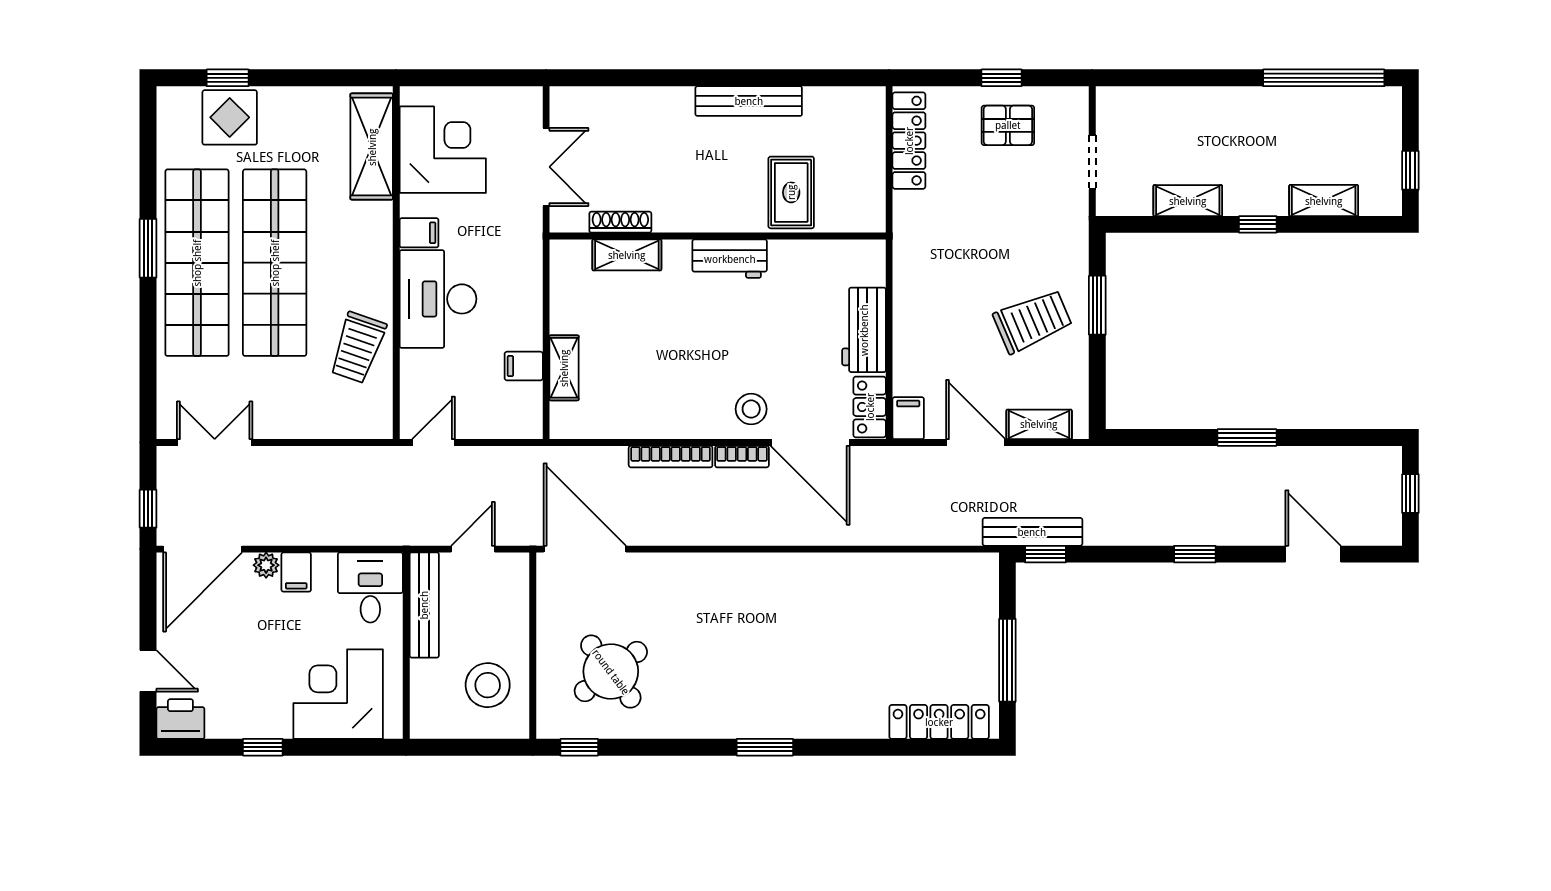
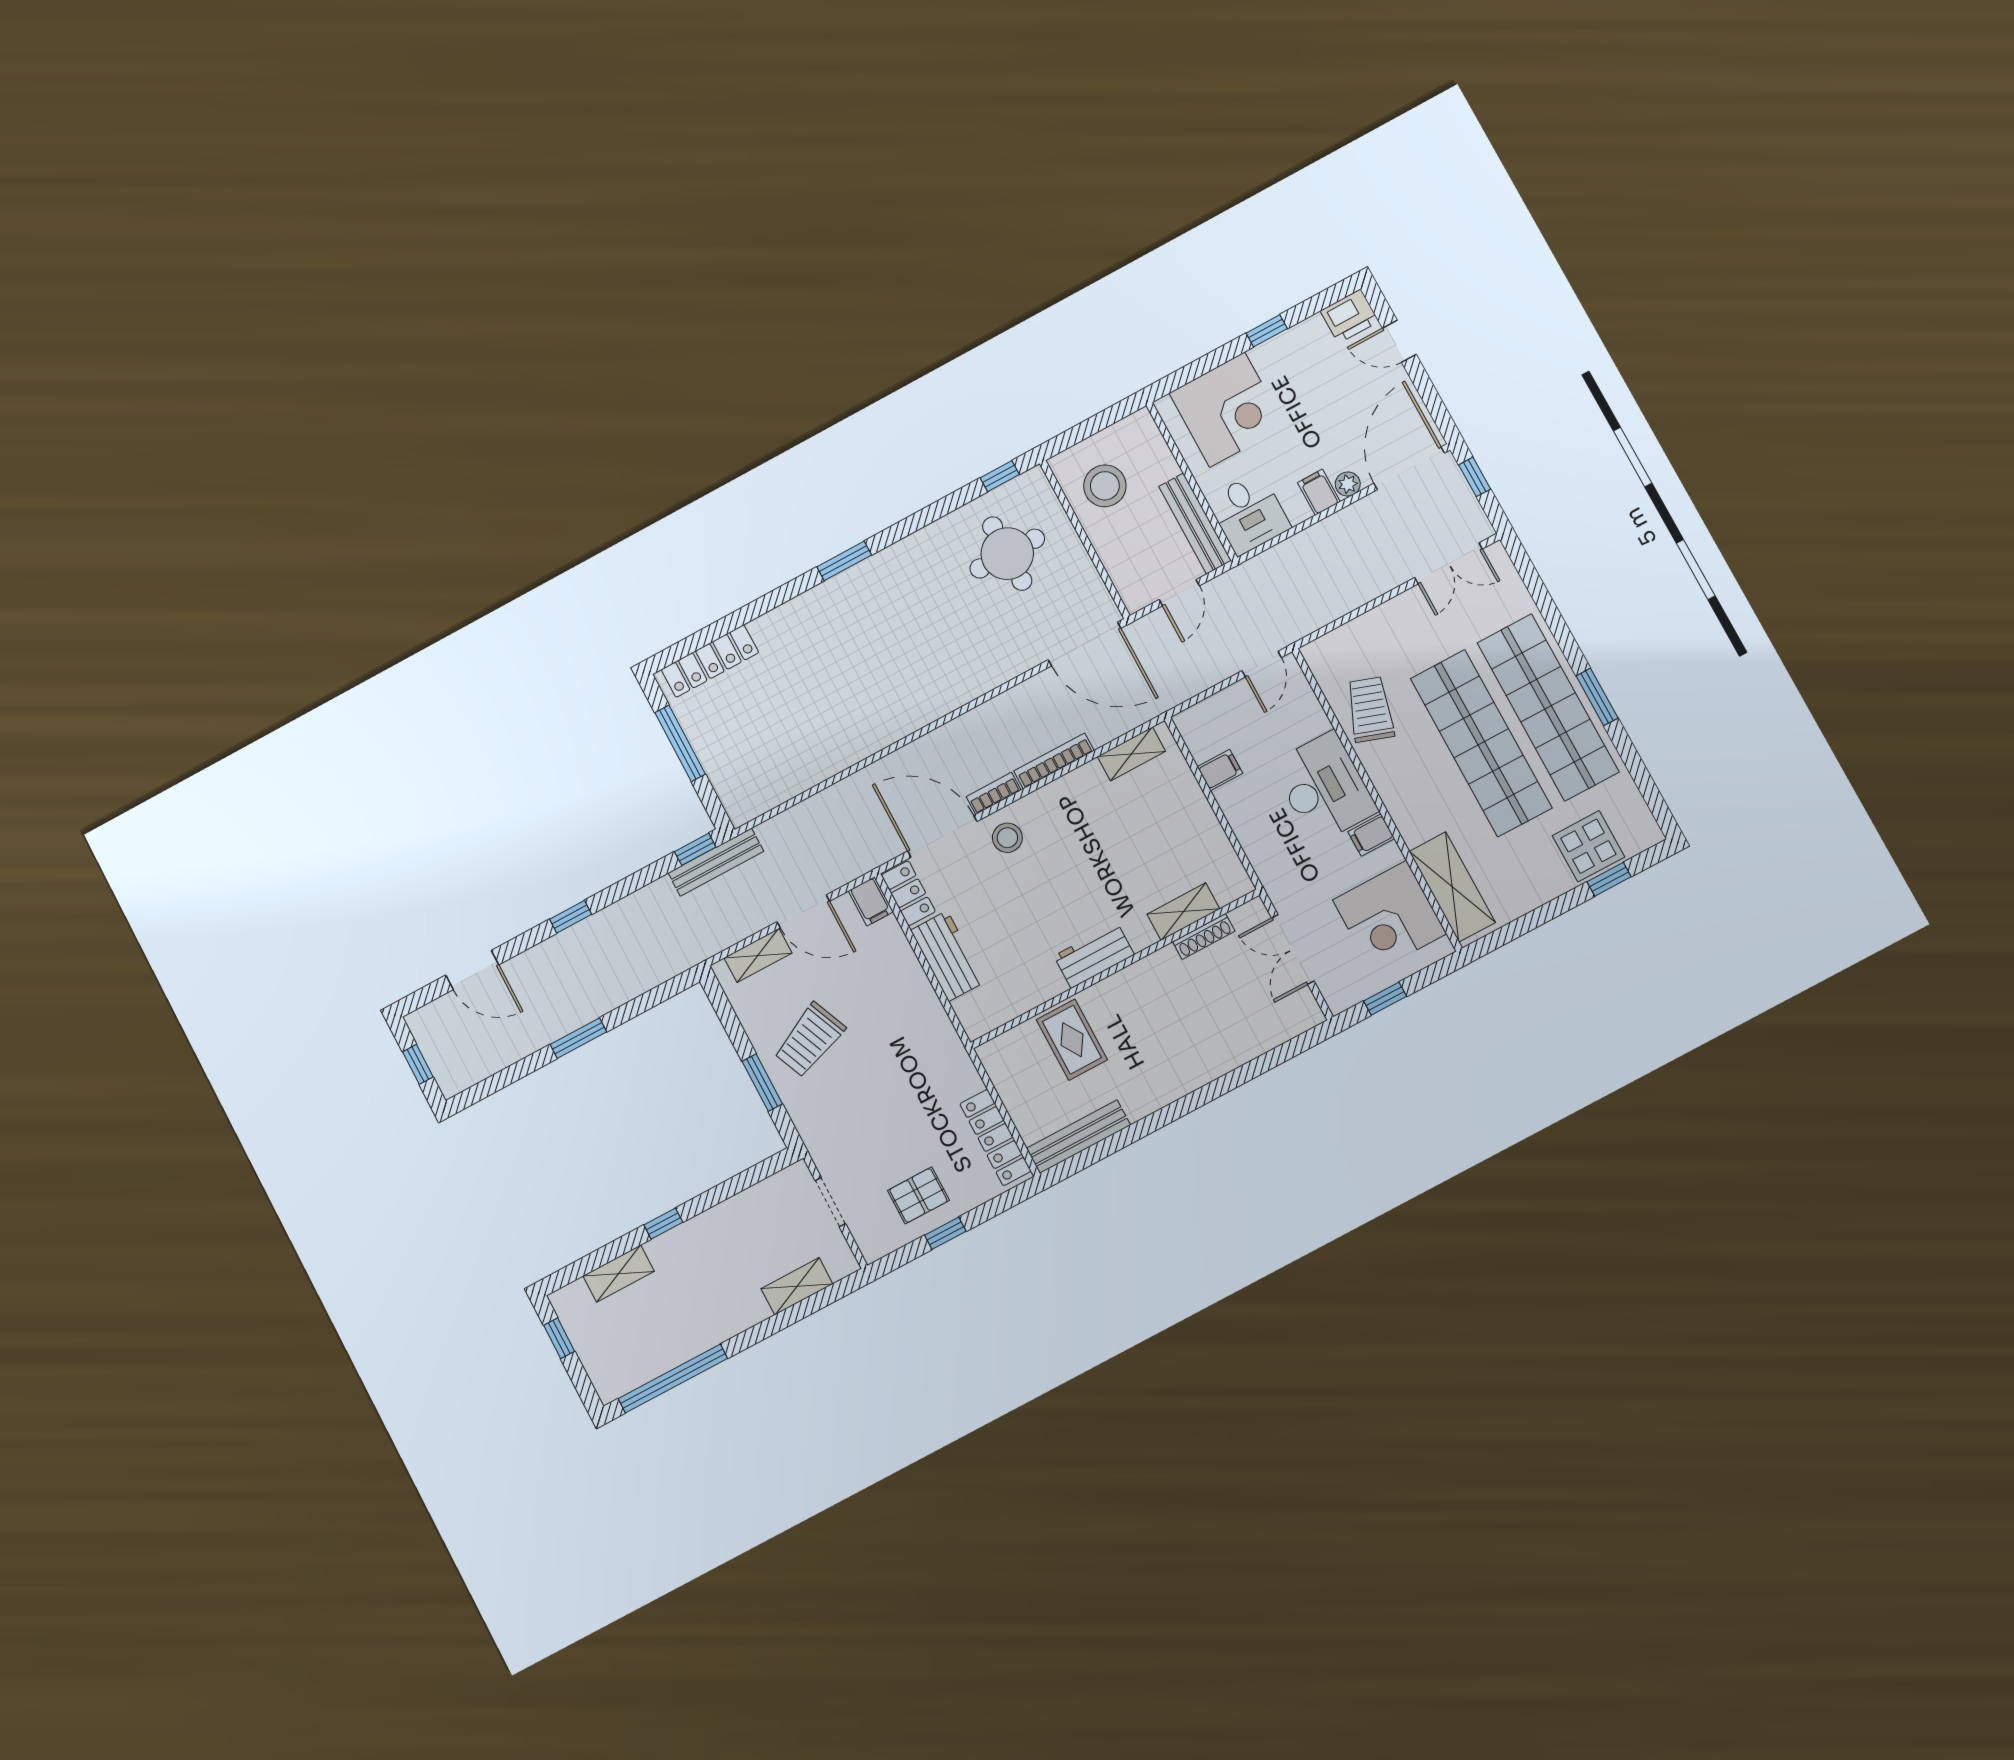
window: (487, 78) -> (1385, 999), added
bench: (749, 101) -> (1078, 1137), moved
shelving: (1188, 201) -> (797, 1286), moved
shelving: (564, 368) -> (1131, 754), moved, turned 90
round table: (611, 672) -> (1007, 554), turned 37

